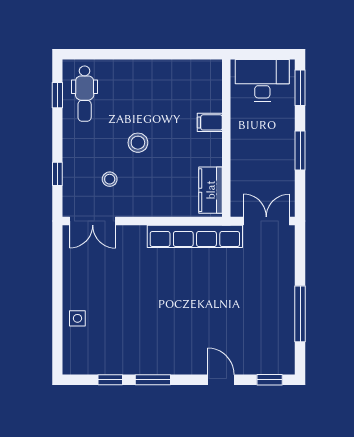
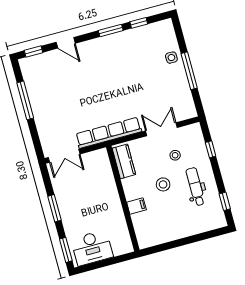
dental chair: (85, 94) -> (195, 187), moved
filing cabinet: (210, 122) -> (136, 206), moved
wall: (226, 138) -> (123, 199), moved
kitchen counter: (211, 190) -> (124, 161), moved
double door: (93, 221) -> (161, 129), moved
window: (57, 293) -> (189, 71), added

